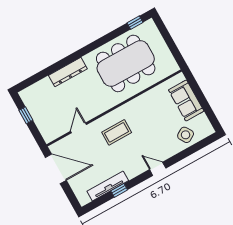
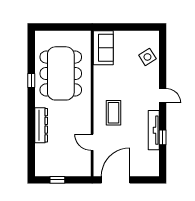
window: (135, 23) -> (31, 80), moved
sofa: (186, 100) -> (103, 48), moved, turned -90
door: (158, 169) -> (163, 96), swing flipped
tv unit: (108, 186) -> (154, 130), moved

